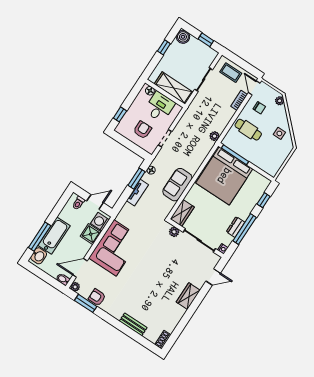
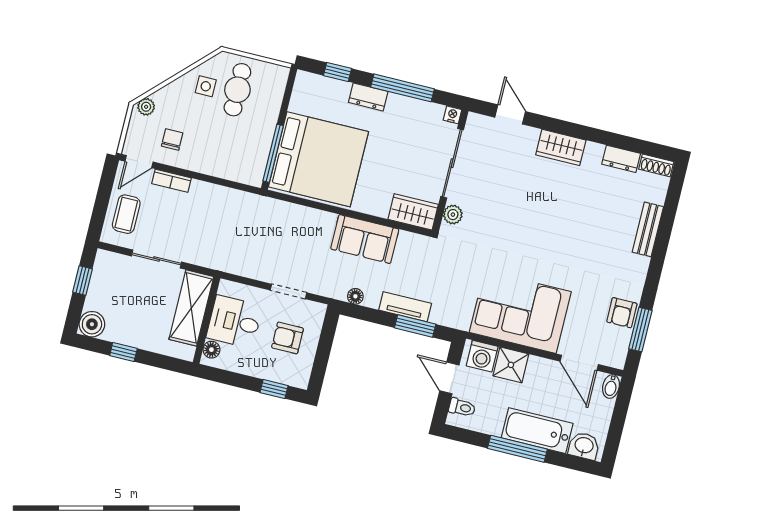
cafe table: (248, 130) -> (237, 90), moved
plant: (214, 136) -> (252, 203), removed
window: (136, 179) -> (415, 326), moved
dresser: (235, 227) -> (368, 97), moved
window: (40, 237) -> (517, 449), moved
plant: (75, 287) -> (617, 359), removed
dresser: (172, 324) -> (621, 159), added

